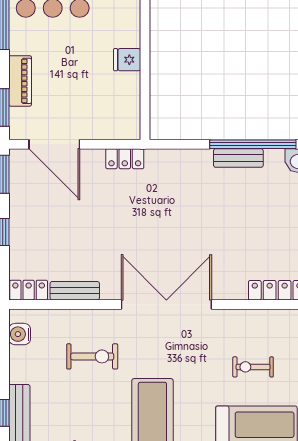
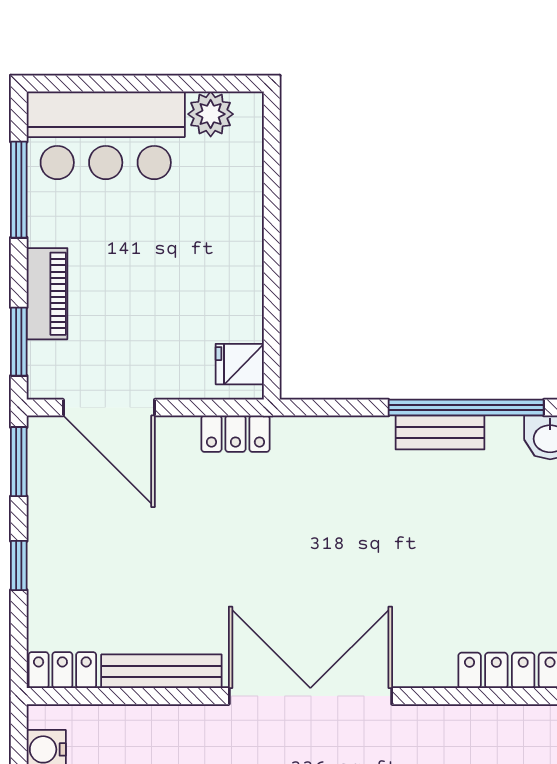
fridge: (127, 60) -> (240, 364), moved
bench: (75, 291) -> (161, 671), width x1.36

